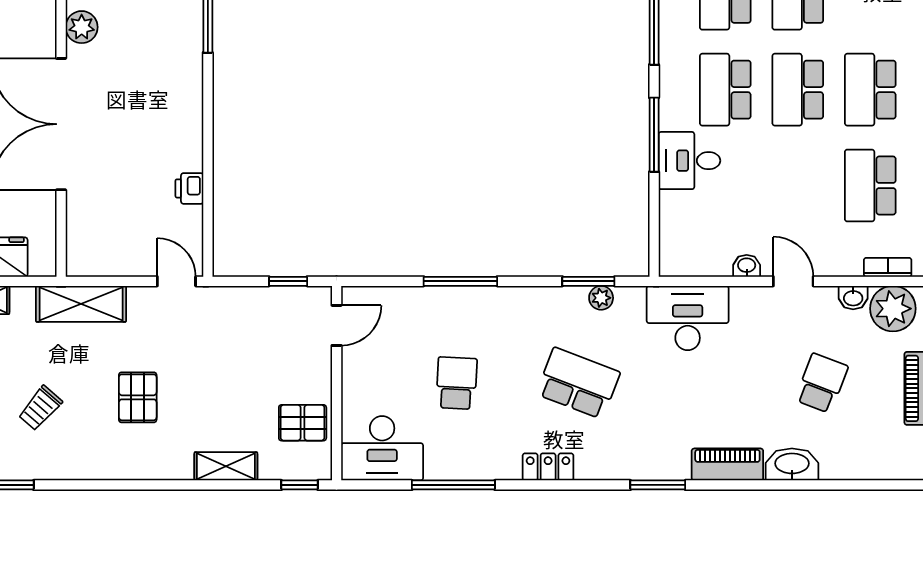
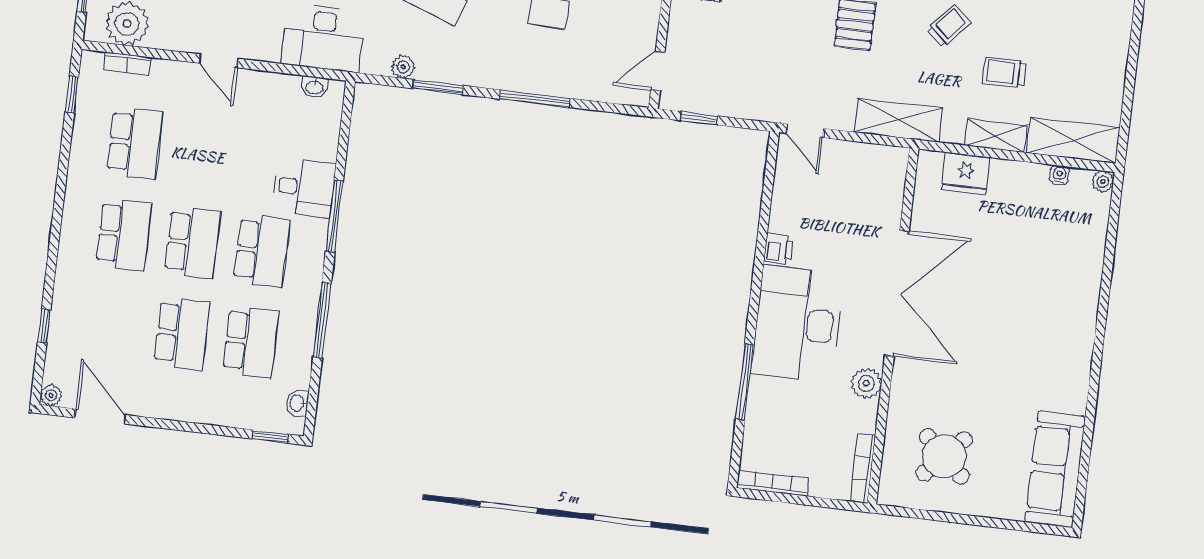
desk: (160, 80) -> (798, 324), added
printer: (189, 188) -> (778, 249), moved
washbasin: (747, 266) -> (315, 87), moved
window: (588, 281) -> (438, 87), moved
washbasin: (853, 298) -> (164, 39), removed

